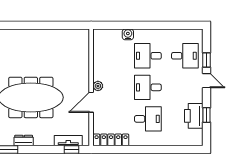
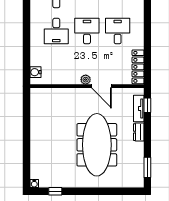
water cooler: (128, 34) -> (35, 72), moved
desk: (148, 87) -> (87, 31), turned 180
dresser: (24, 141) -> (139, 132), moved

